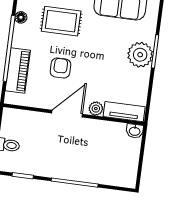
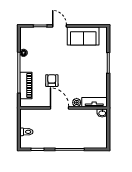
rug: (61, 21) -> (48, 52), removed
plant: (140, 55) -> (99, 66), removed
door: (67, 114) -> (59, 108), hinge flipped

